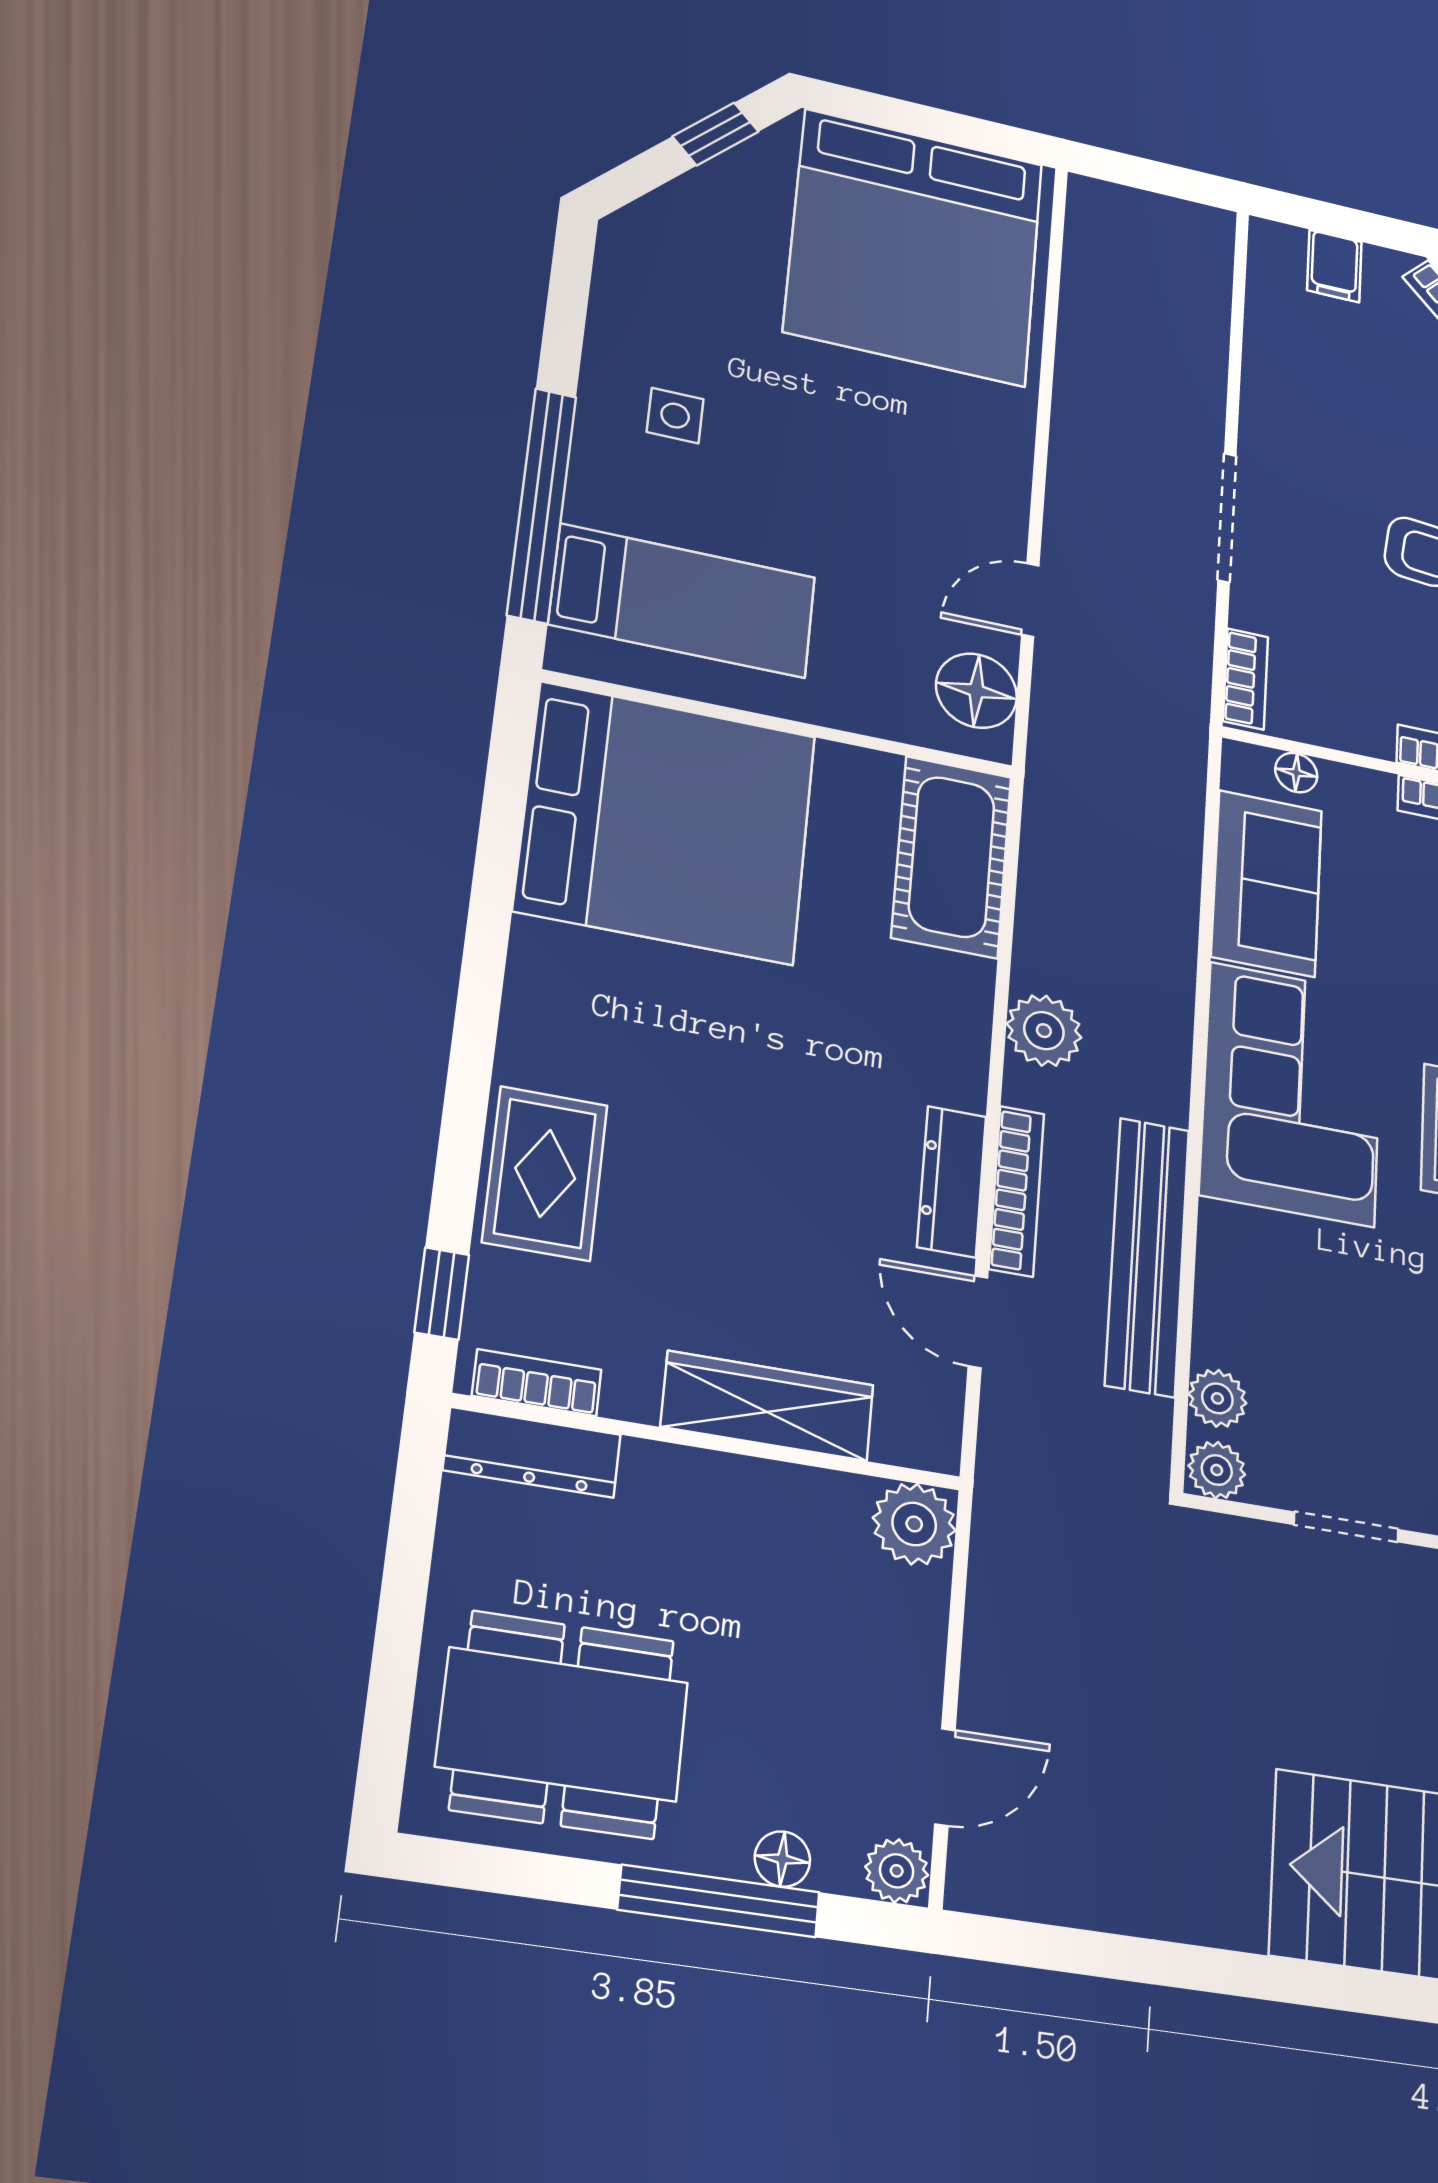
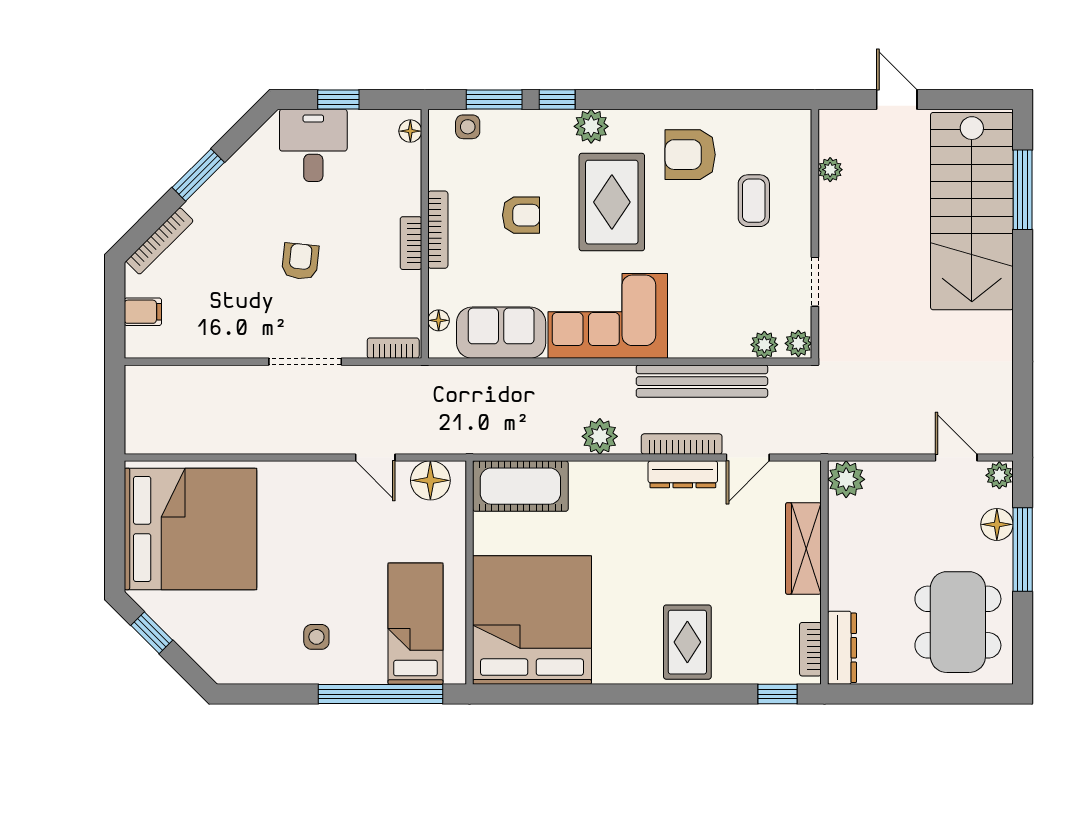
rug: (545, 1173) -> (687, 642), moved, turned 90
floor lamp: (782, 1859) -> (997, 524), width x1.37, depth x1.37

